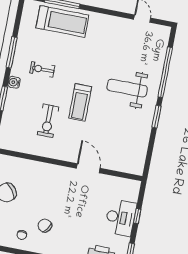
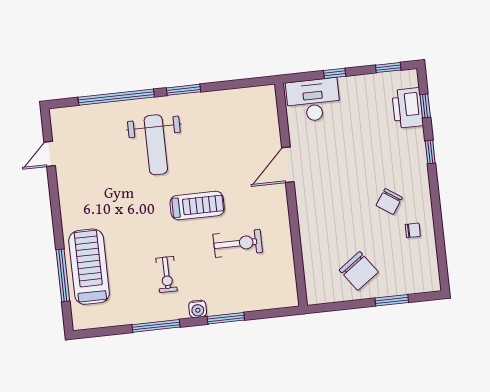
desk: (120, 218) -> (313, 100), moved

